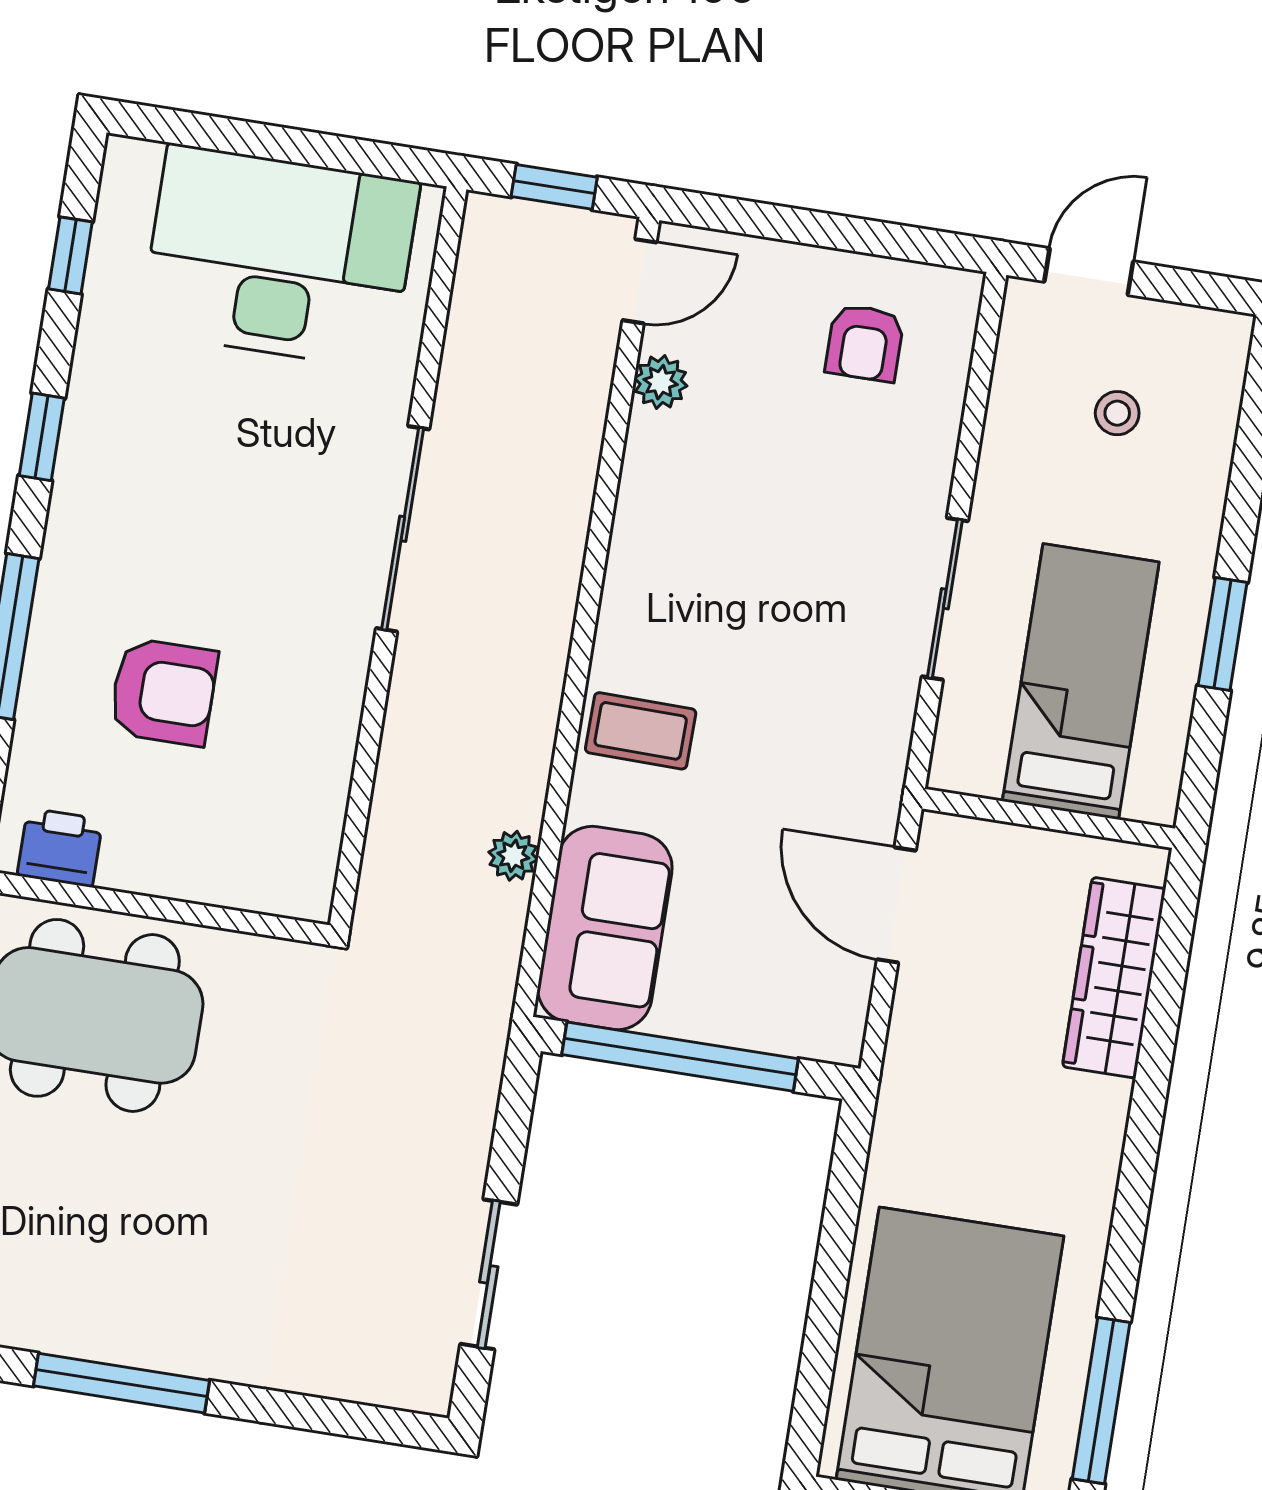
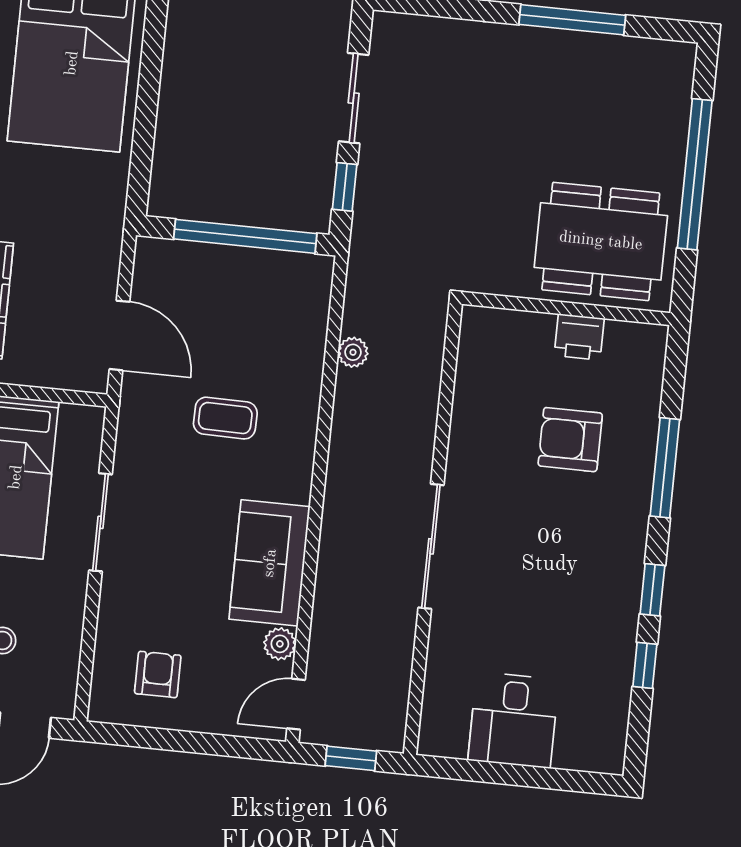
window: (70, 255) -> (645, 665), moved
desk: (279, 257) -> (513, 720), width x0.53, depth x0.77
coffee table: (641, 731) -> (225, 418), moved
printer: (60, 848) -> (579, 337), moved
sofa: (605, 928) -> (270, 563), moved
window: (512, 1129) -> (345, 187), added

